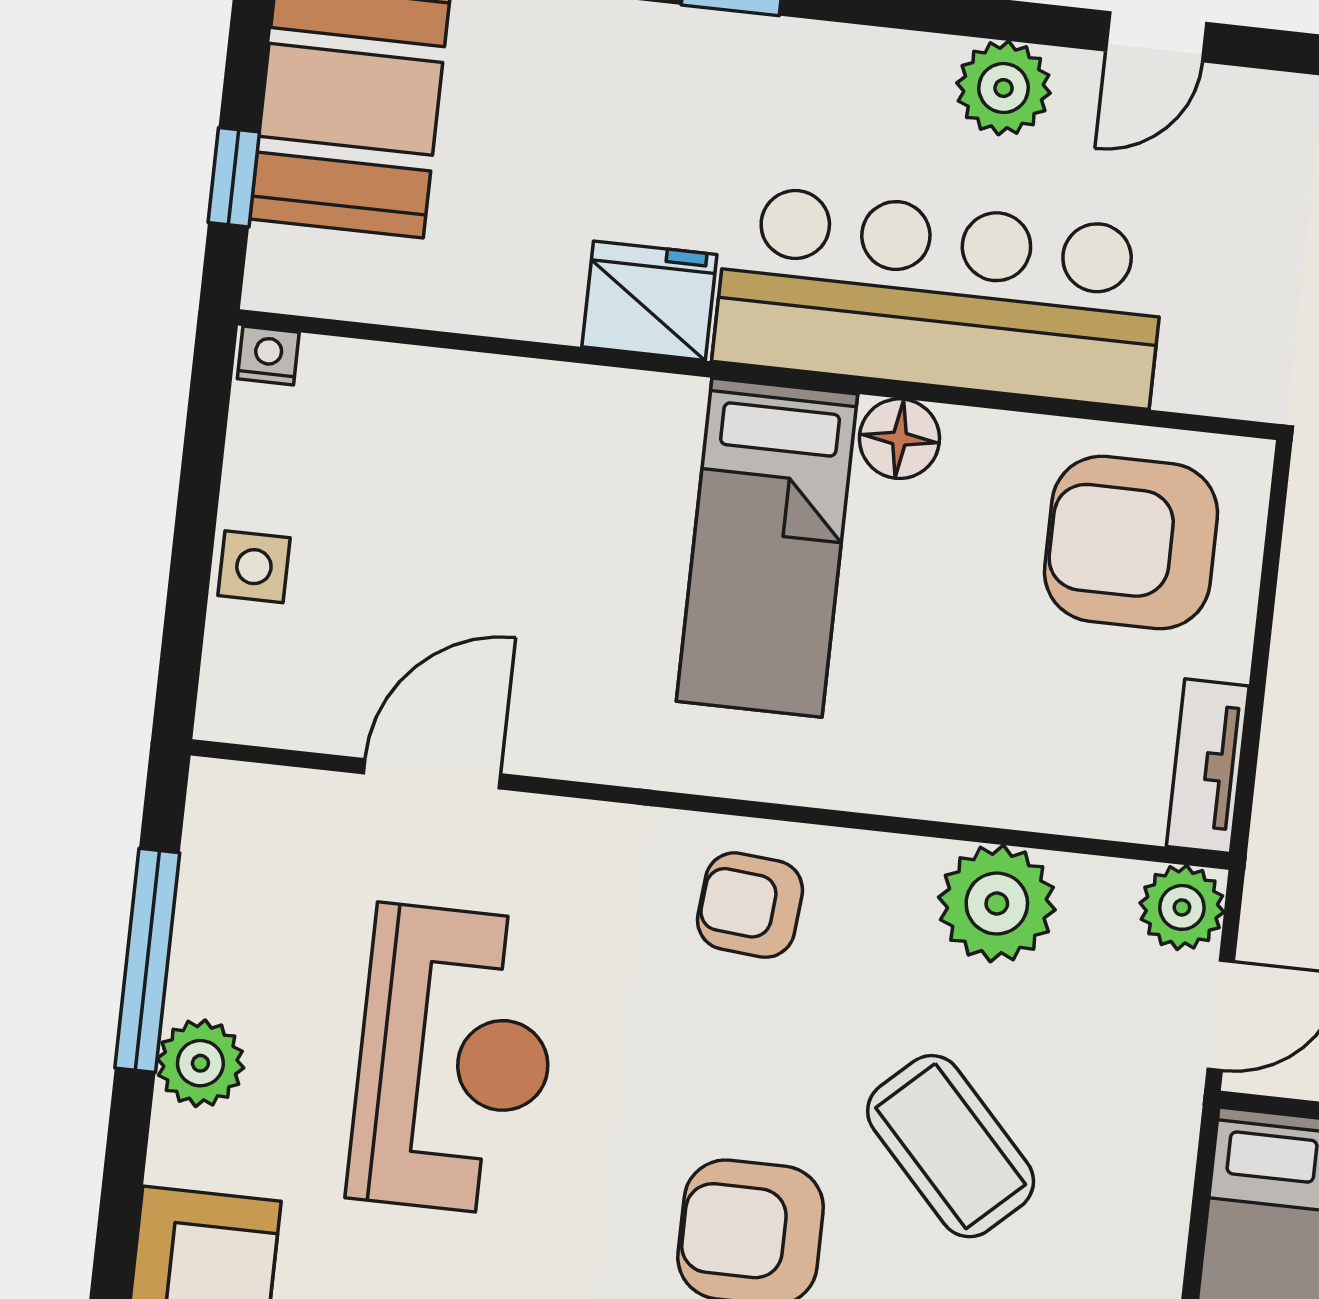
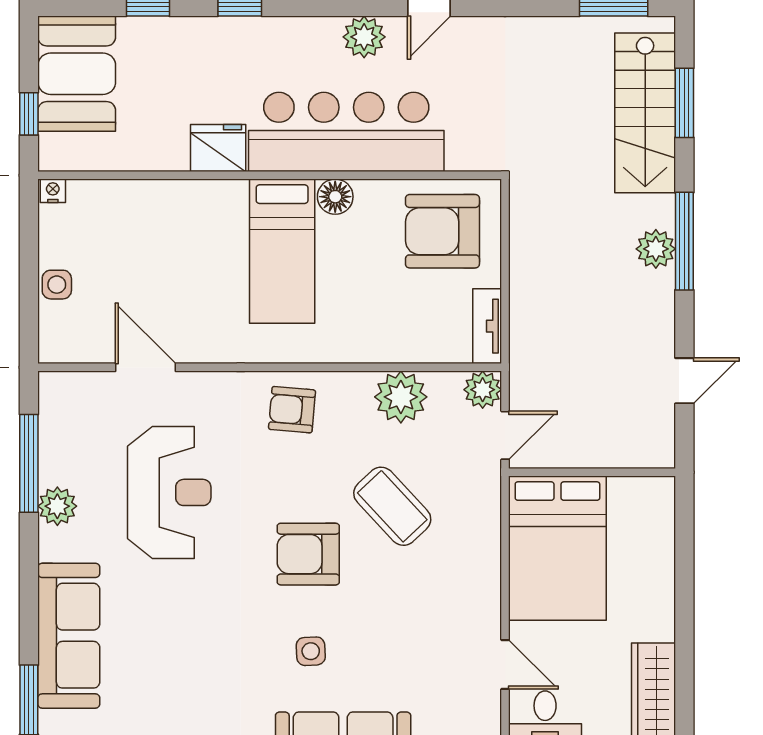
door: (432, 774) -> (145, 367), hinge flipped

